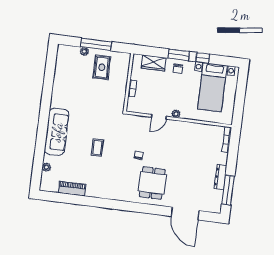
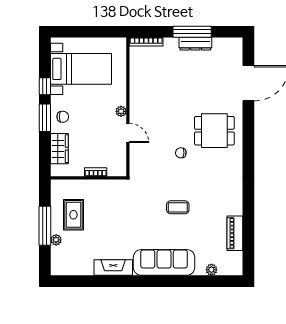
rug: (102, 67) -> (73, 215), turned 90
fireplace: (58, 92) -> (113, 267), added
window: (228, 190) -> (192, 32), moved

